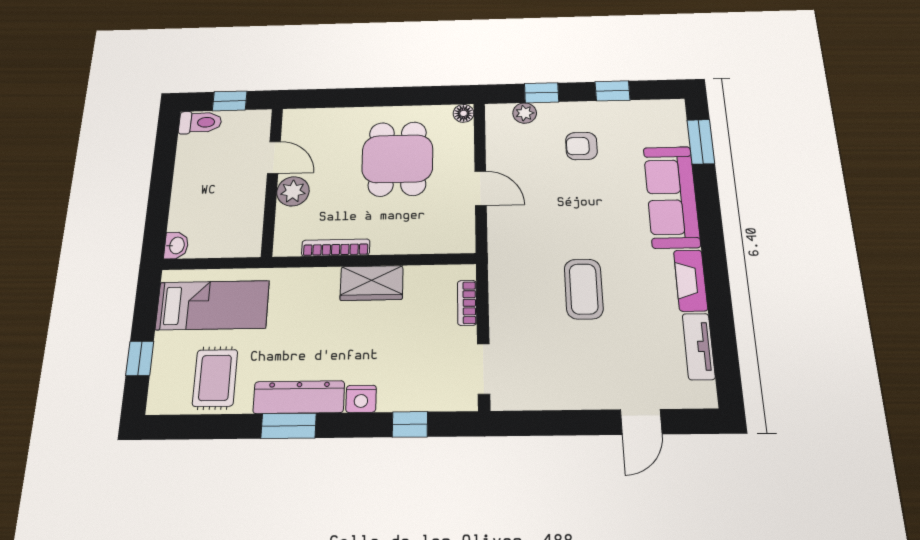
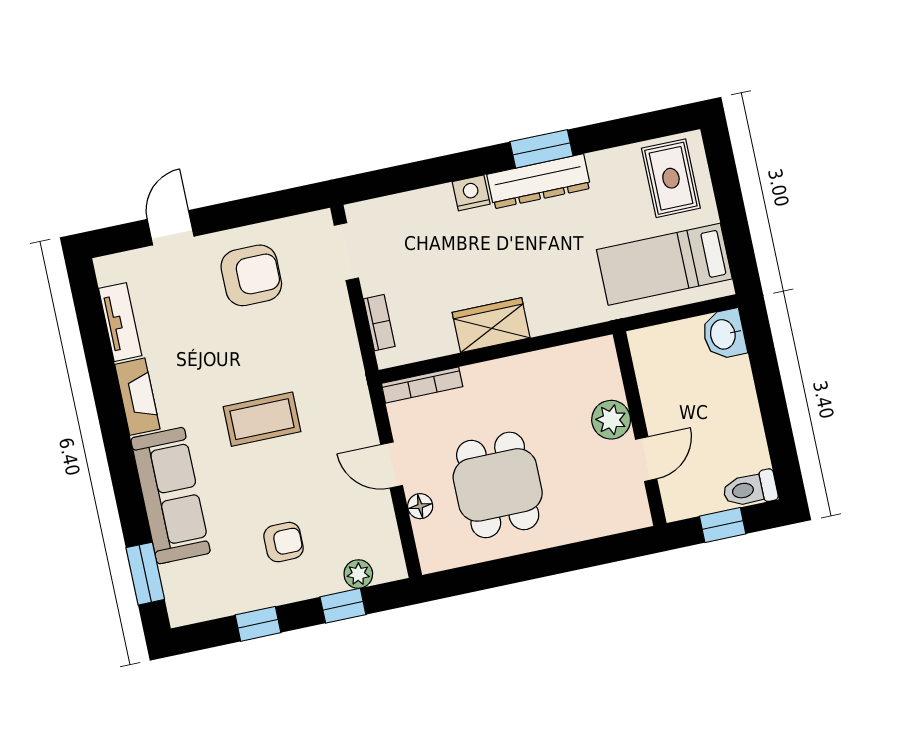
floor lamp: (464, 113) -> (420, 506), moved
door: (274, 157) -> (646, 459), swing flipped
washbasin: (176, 245) -> (724, 334), width x1.38, depth x1.45
bookcase: (336, 248) -> (422, 385), moved
coffee table: (584, 289) -> (262, 419), moved, turned 90
window: (140, 358) -> (727, 189), removed
armchair: (573, 365) -> (251, 275), added
rug: (215, 378) -> (671, 178), moved
window: (410, 424) -> (413, 176), removed

